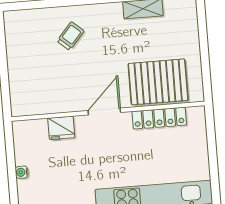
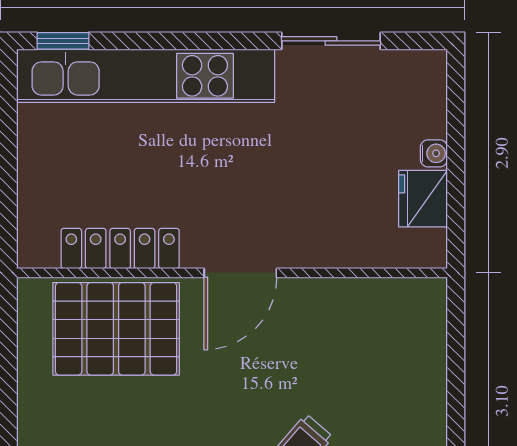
fridge: (61, 128) -> (423, 199), moved, turned -90

